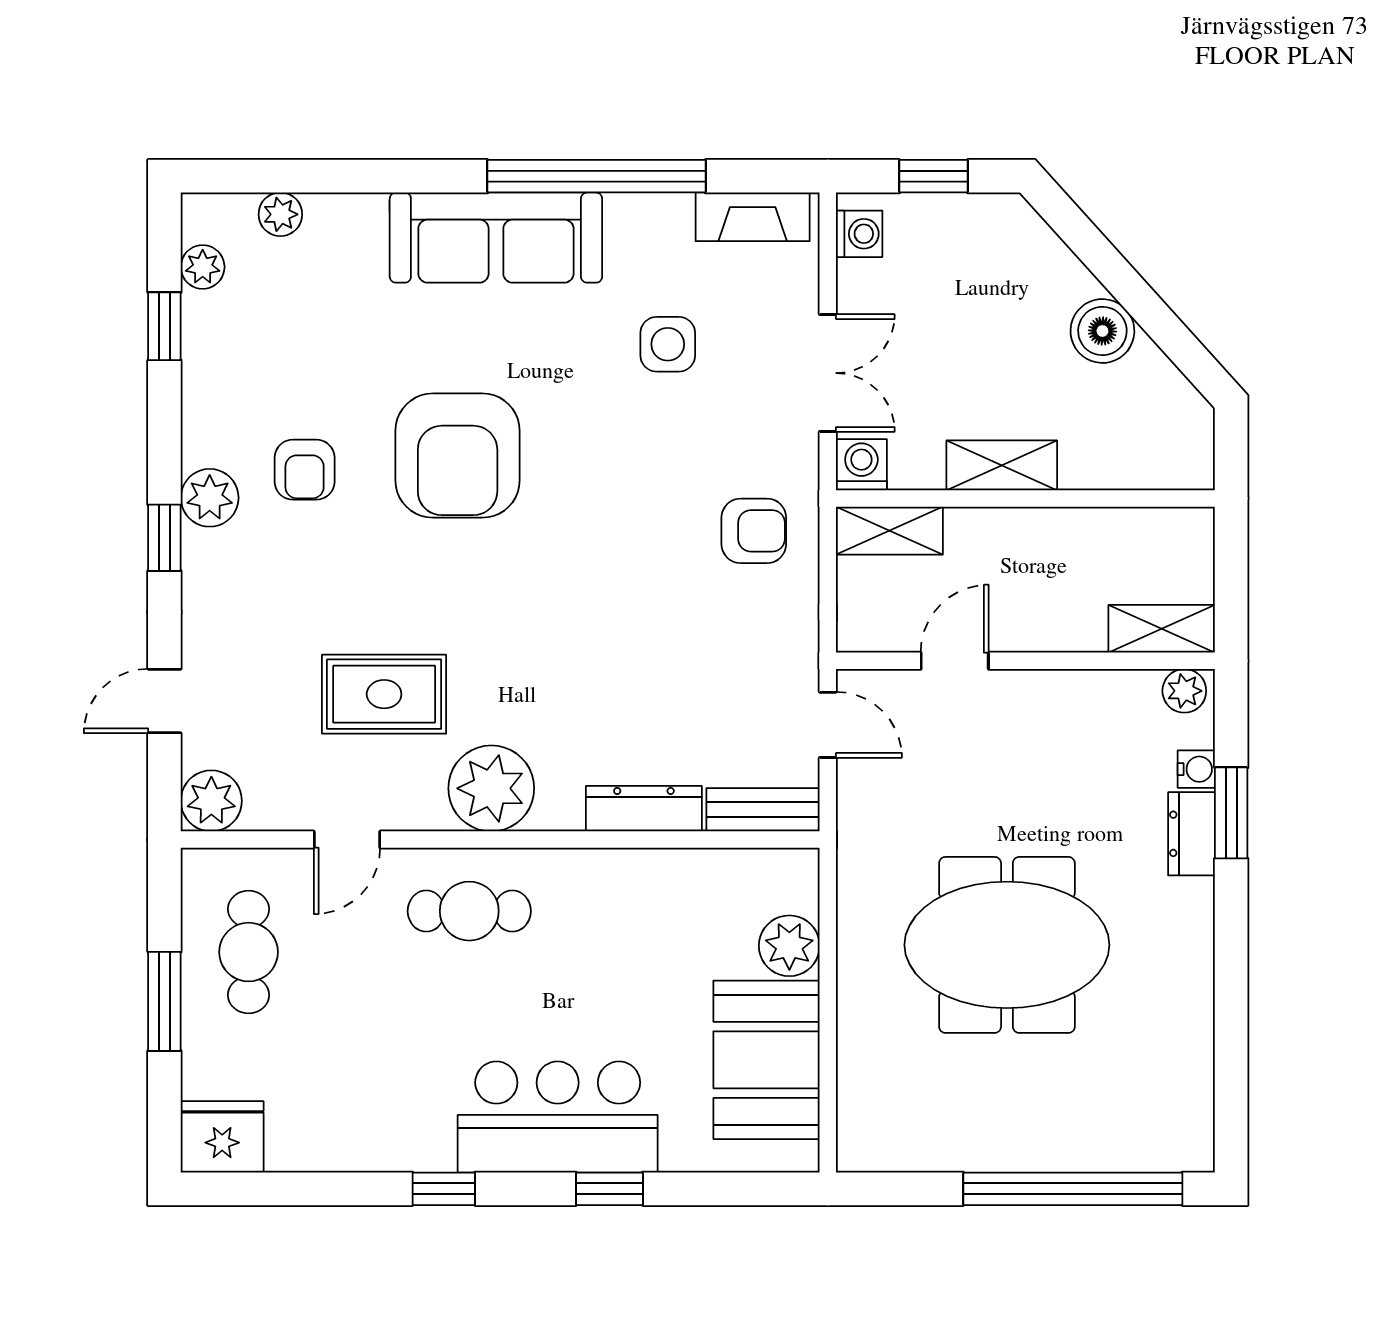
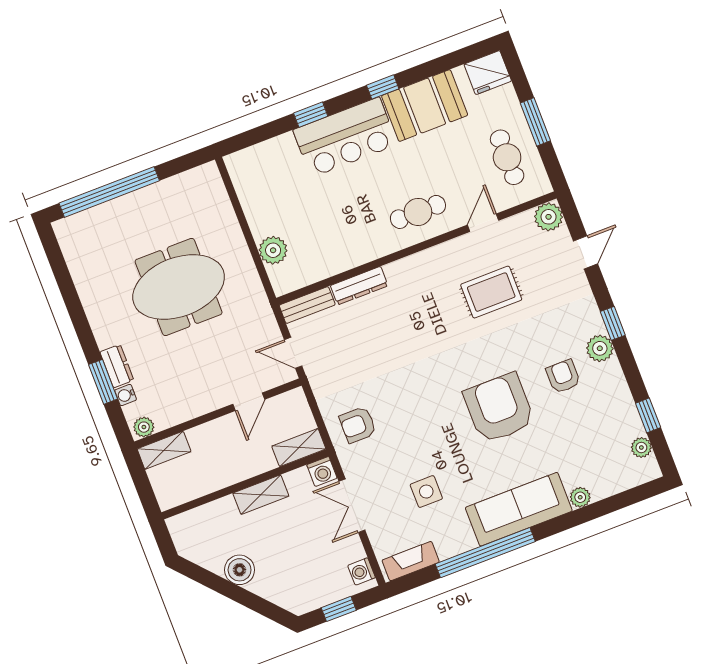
plant: (280, 214) -> (580, 497), moved
plant: (491, 788) -> (429, 269), removed
booth: (766, 1060) -> (425, 106), moved, turned 90

